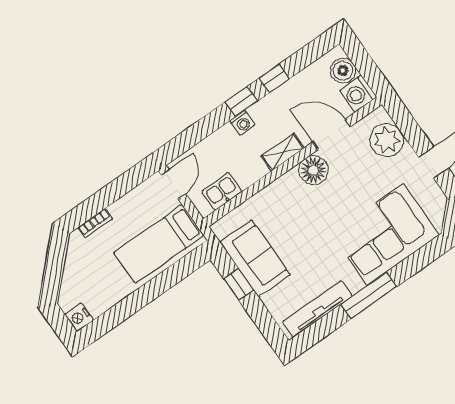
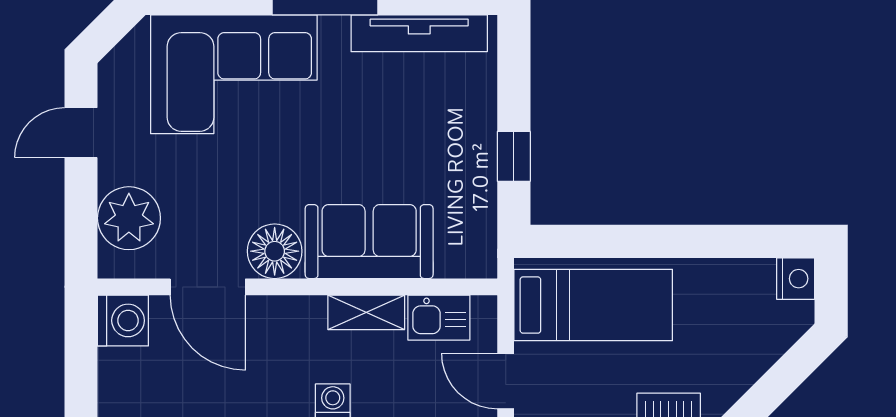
boiler: (343, 71) -> (121, 373), removed
shelving: (283, 152) -> (366, 312), moved
door: (174, 184) -> (506, 381), hinge flipped
sofa: (255, 258) -> (369, 242), moved, turned 90

